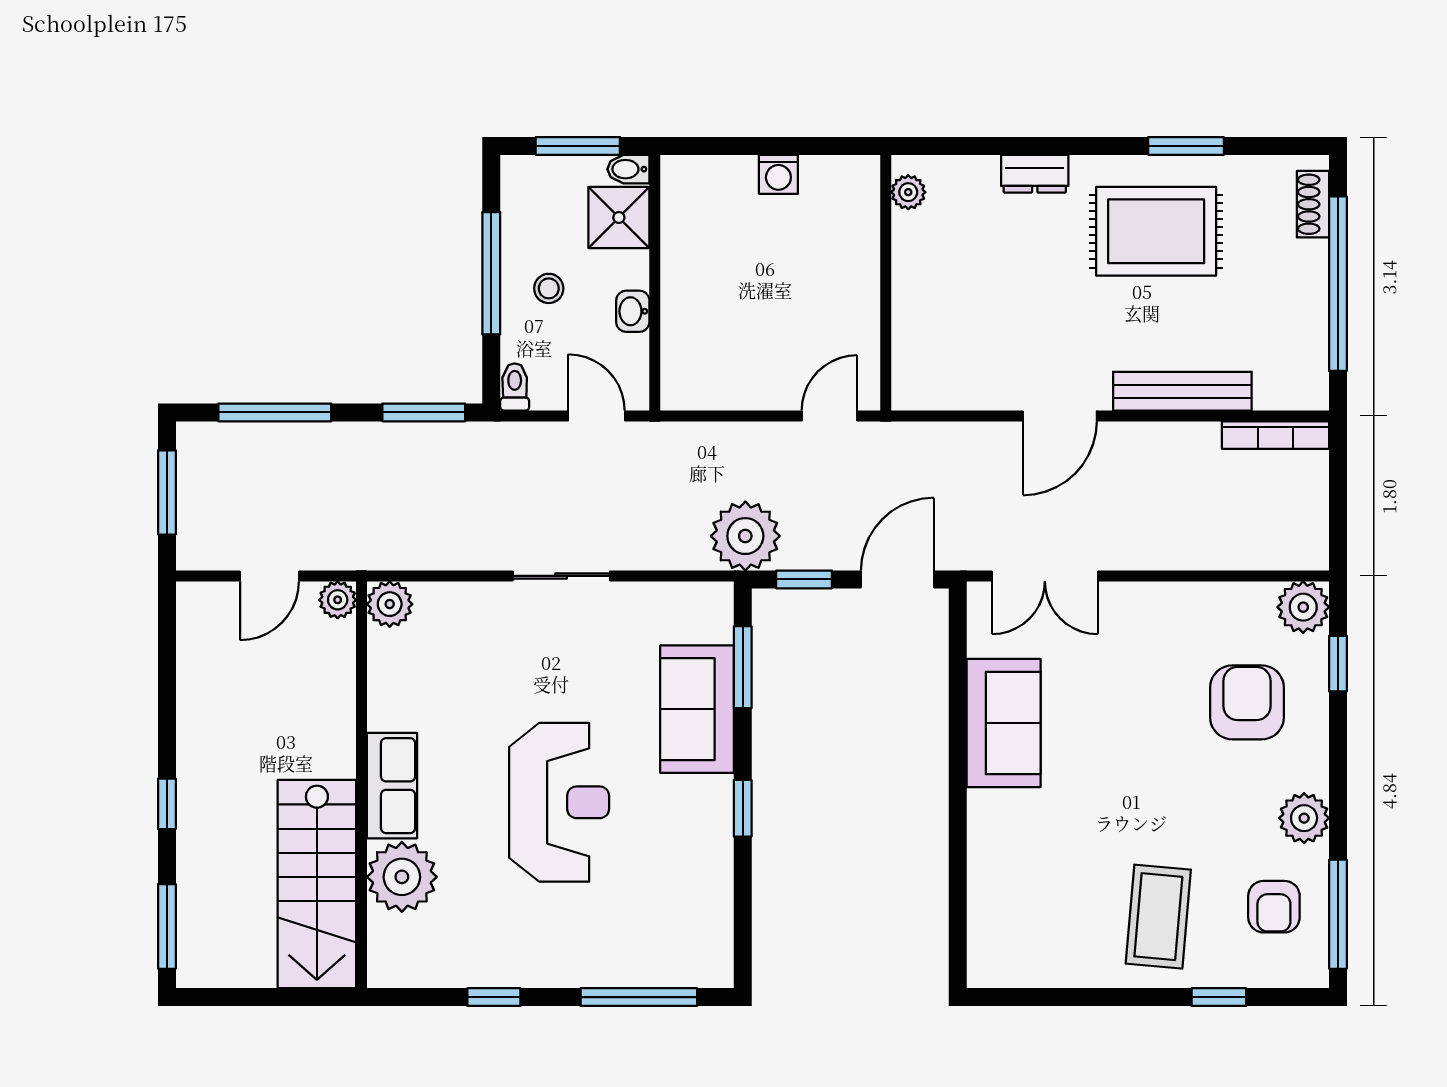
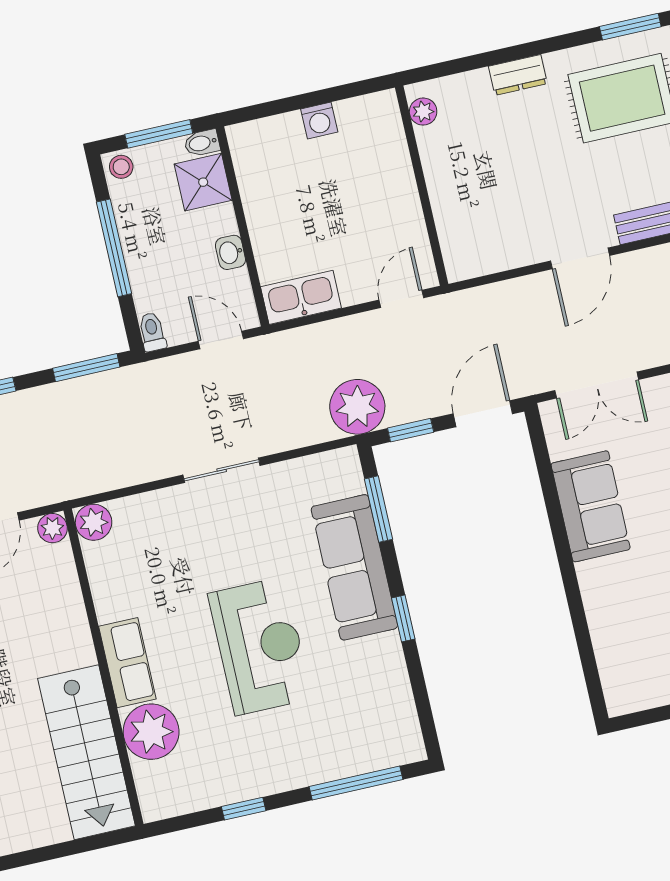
stool: (549, 288) -> (121, 167), moved
kitchen sink: (707, 386) -> (301, 297), added
sofa: (697, 709) -> (354, 567), width x1.36

